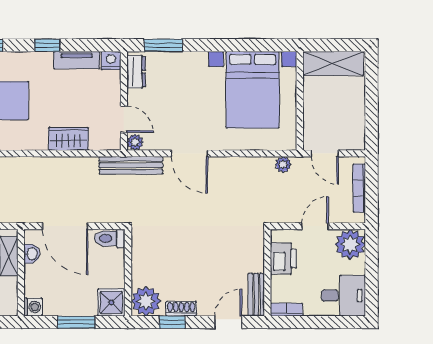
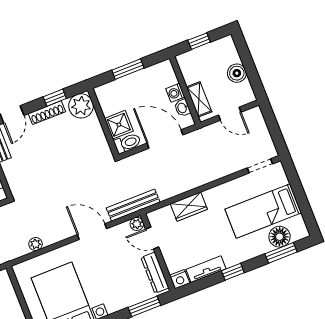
dresser: (136, 72) -> (155, 273), width x1.44
plant: (283, 164) -> (36, 244), moved
shower: (111, 302) -> (119, 125), moved
washing machine: (33, 307) -> (175, 93), moved
shoe rack: (181, 309) -> (47, 113), width x1.43

